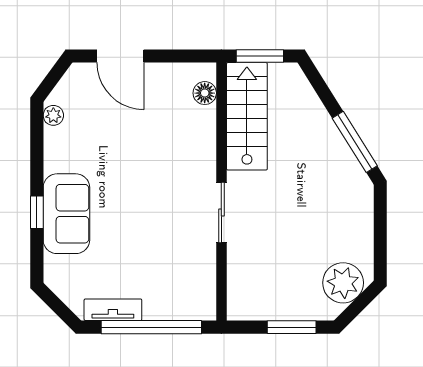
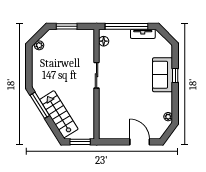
floor lamp: (205, 93) -> (104, 41), moved
stairs: (247, 116) -> (59, 114), moved, turned 148
plant: (343, 283) -> (39, 45), width x0.53, depth x0.53

